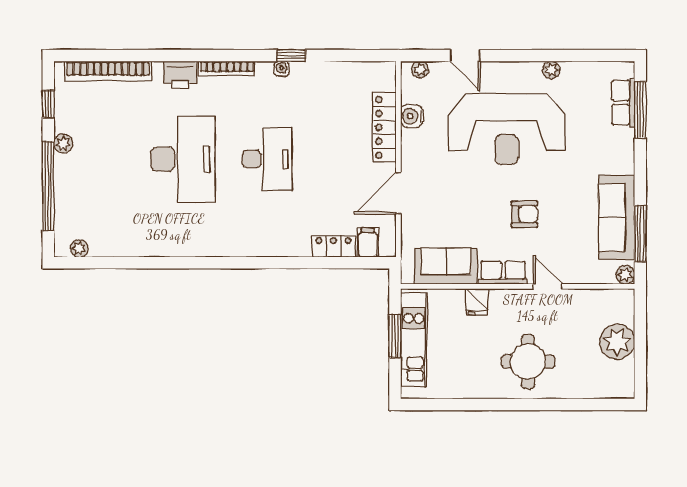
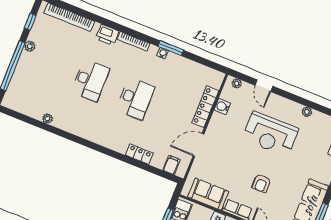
window: (291, 56) -> (171, 48), width x1.50
reception desk: (507, 129) -> (270, 134), width x0.74, depth x0.77
desk: (183, 159) -> (90, 80), width x0.73, depth x0.77
armchair: (524, 214) -> (262, 183), turned 90
locker: (334, 246) -> (139, 154), moved
plant: (79, 248) -> (48, 119), moved

